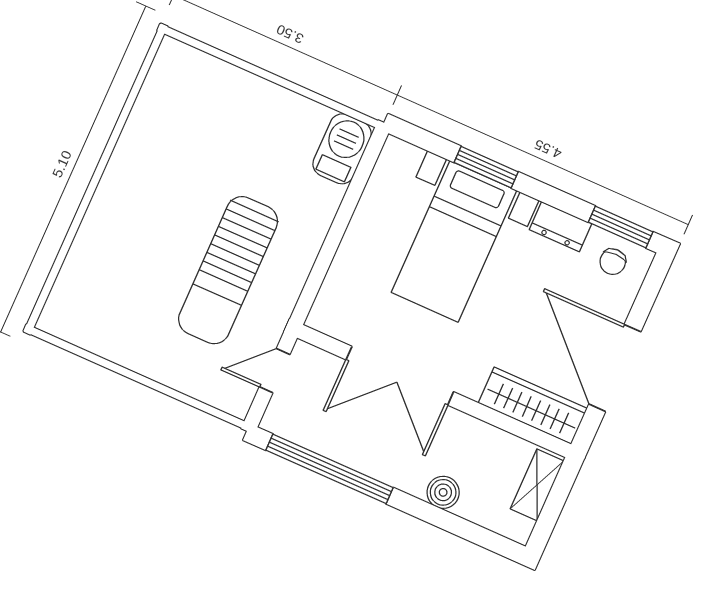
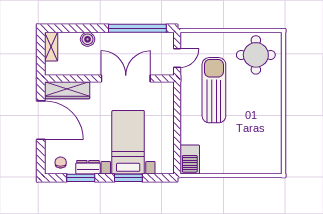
window: (621, 227) -> (81, 178), moved
round table: (109, 304) -> (256, 55), added
shelving: (537, 485) -> (51, 47), moved

